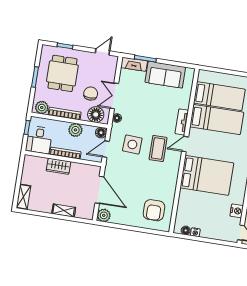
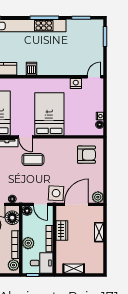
plant: (75, 130) -> (28, 243), moved
side table: (132, 144) -> (56, 193), moved
wardrobe: (58, 166) -> (62, 231), moved
shelving: (23, 197) -> (74, 269), moved

